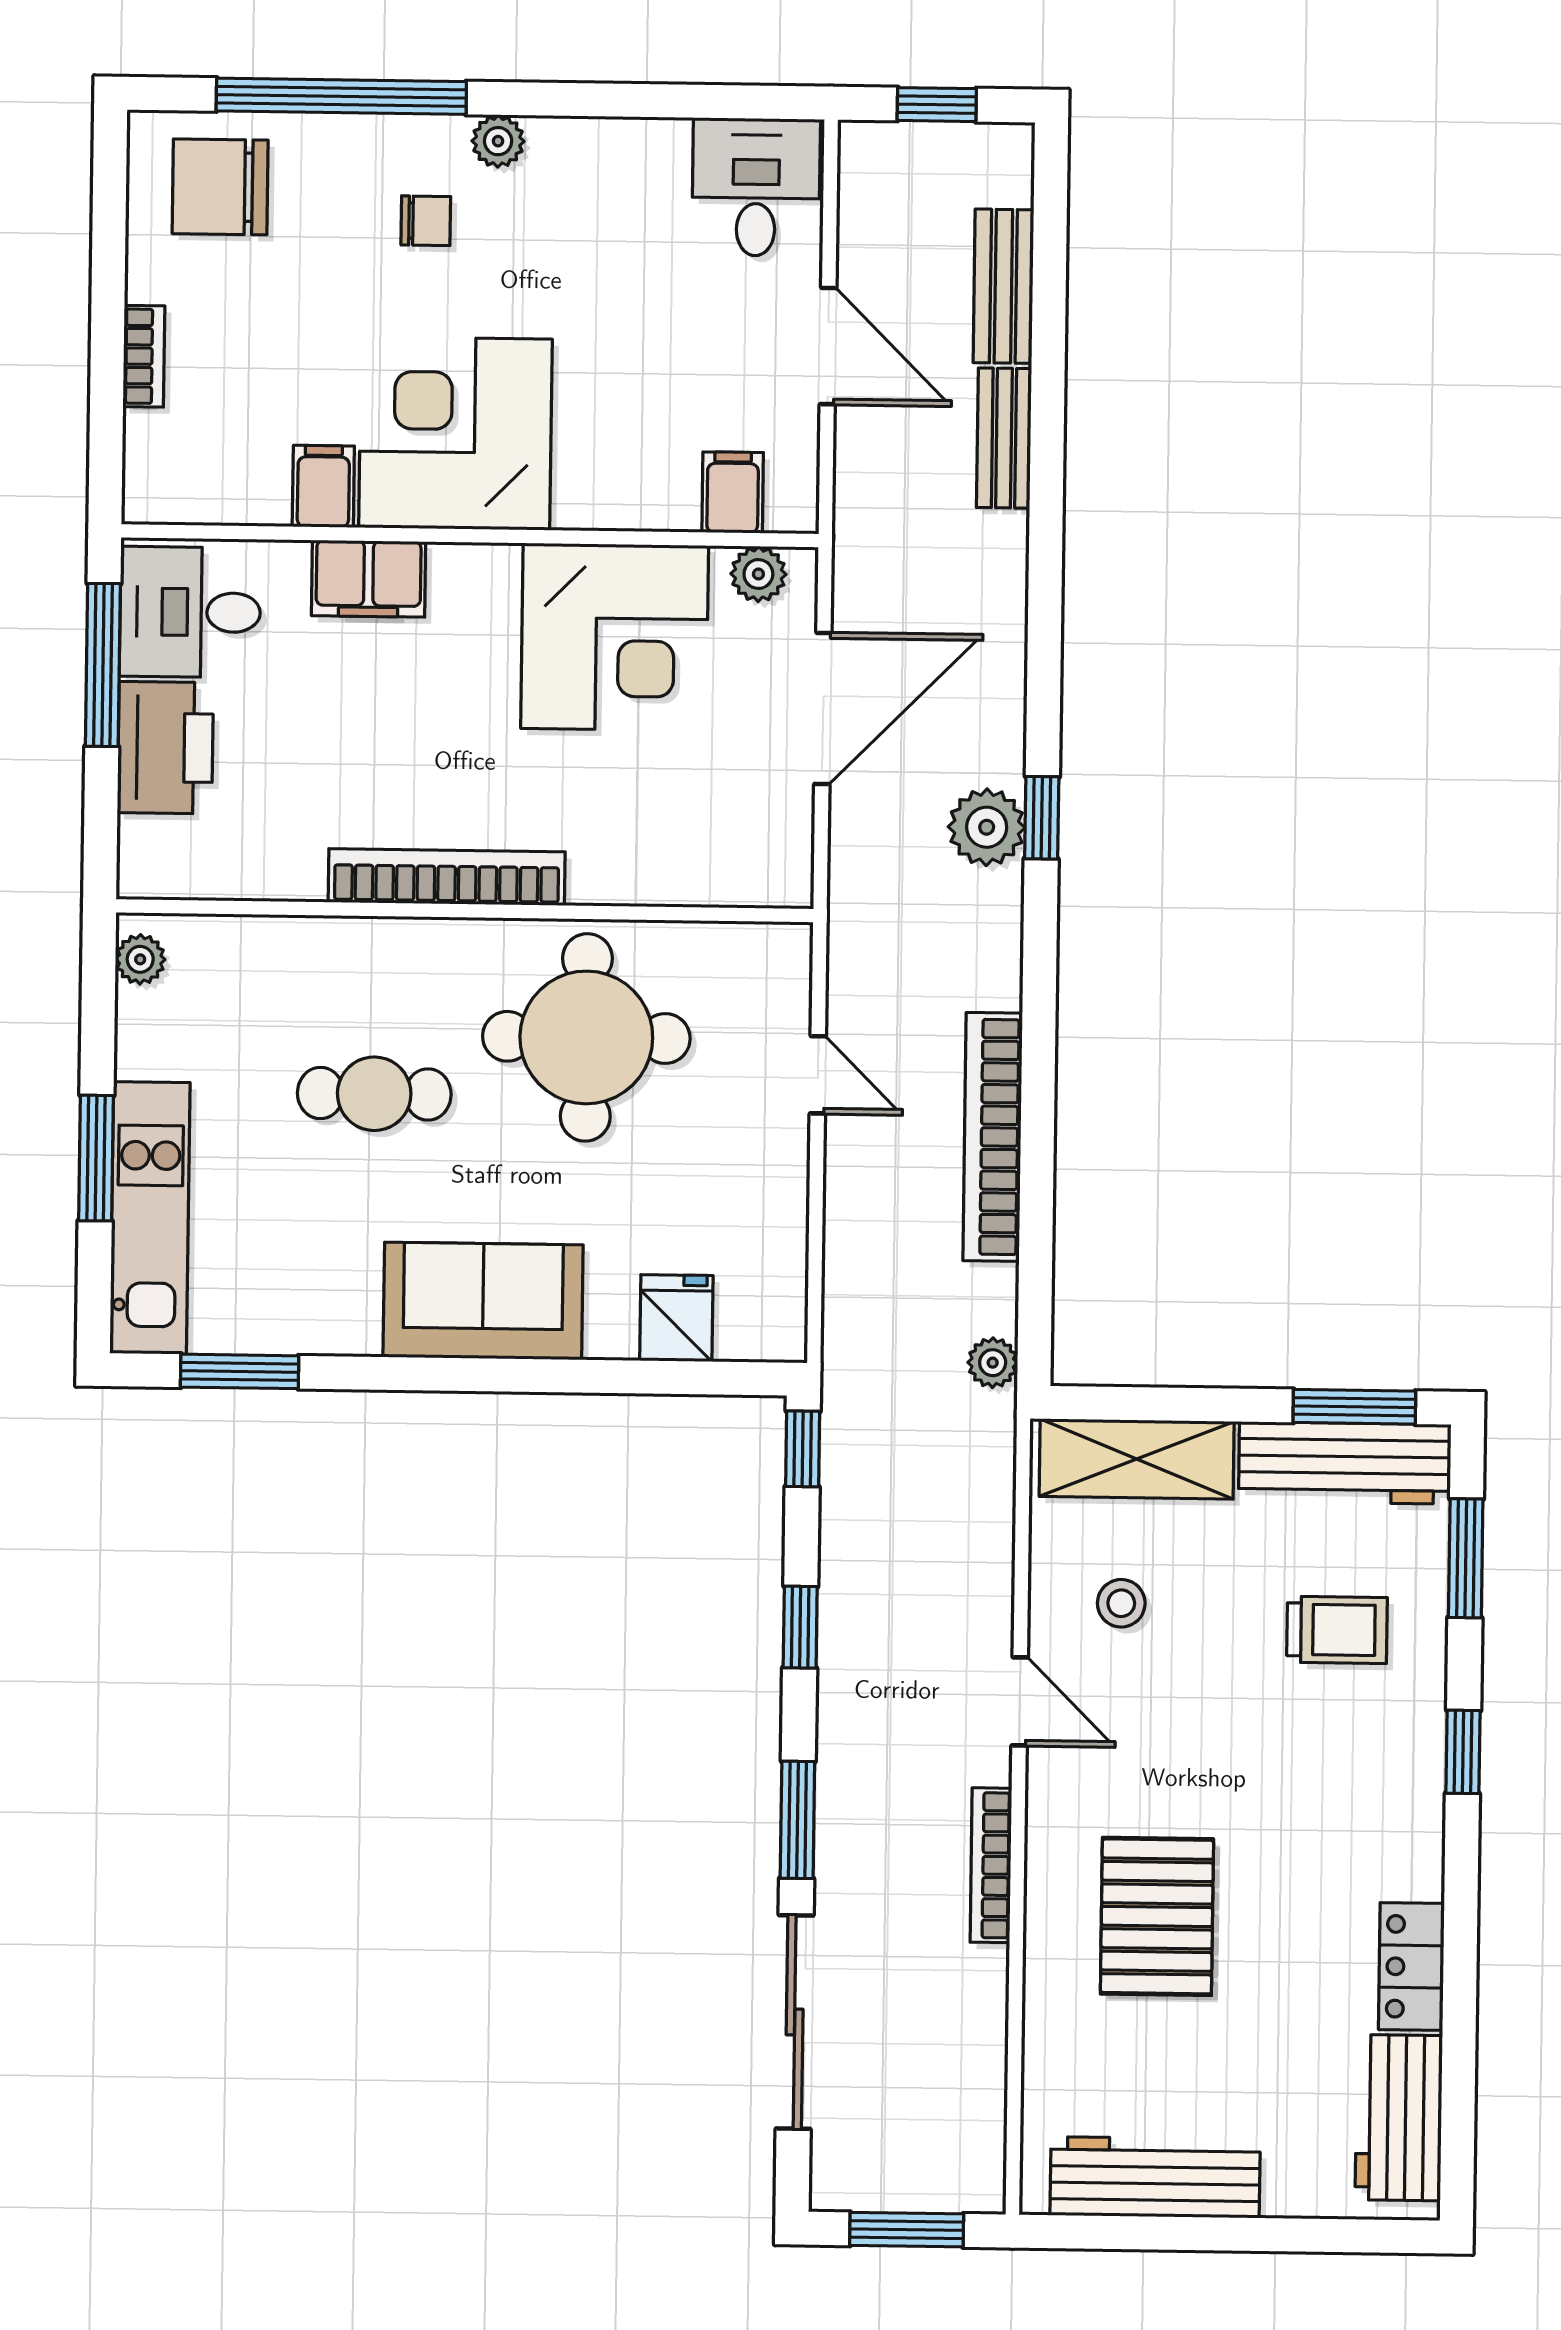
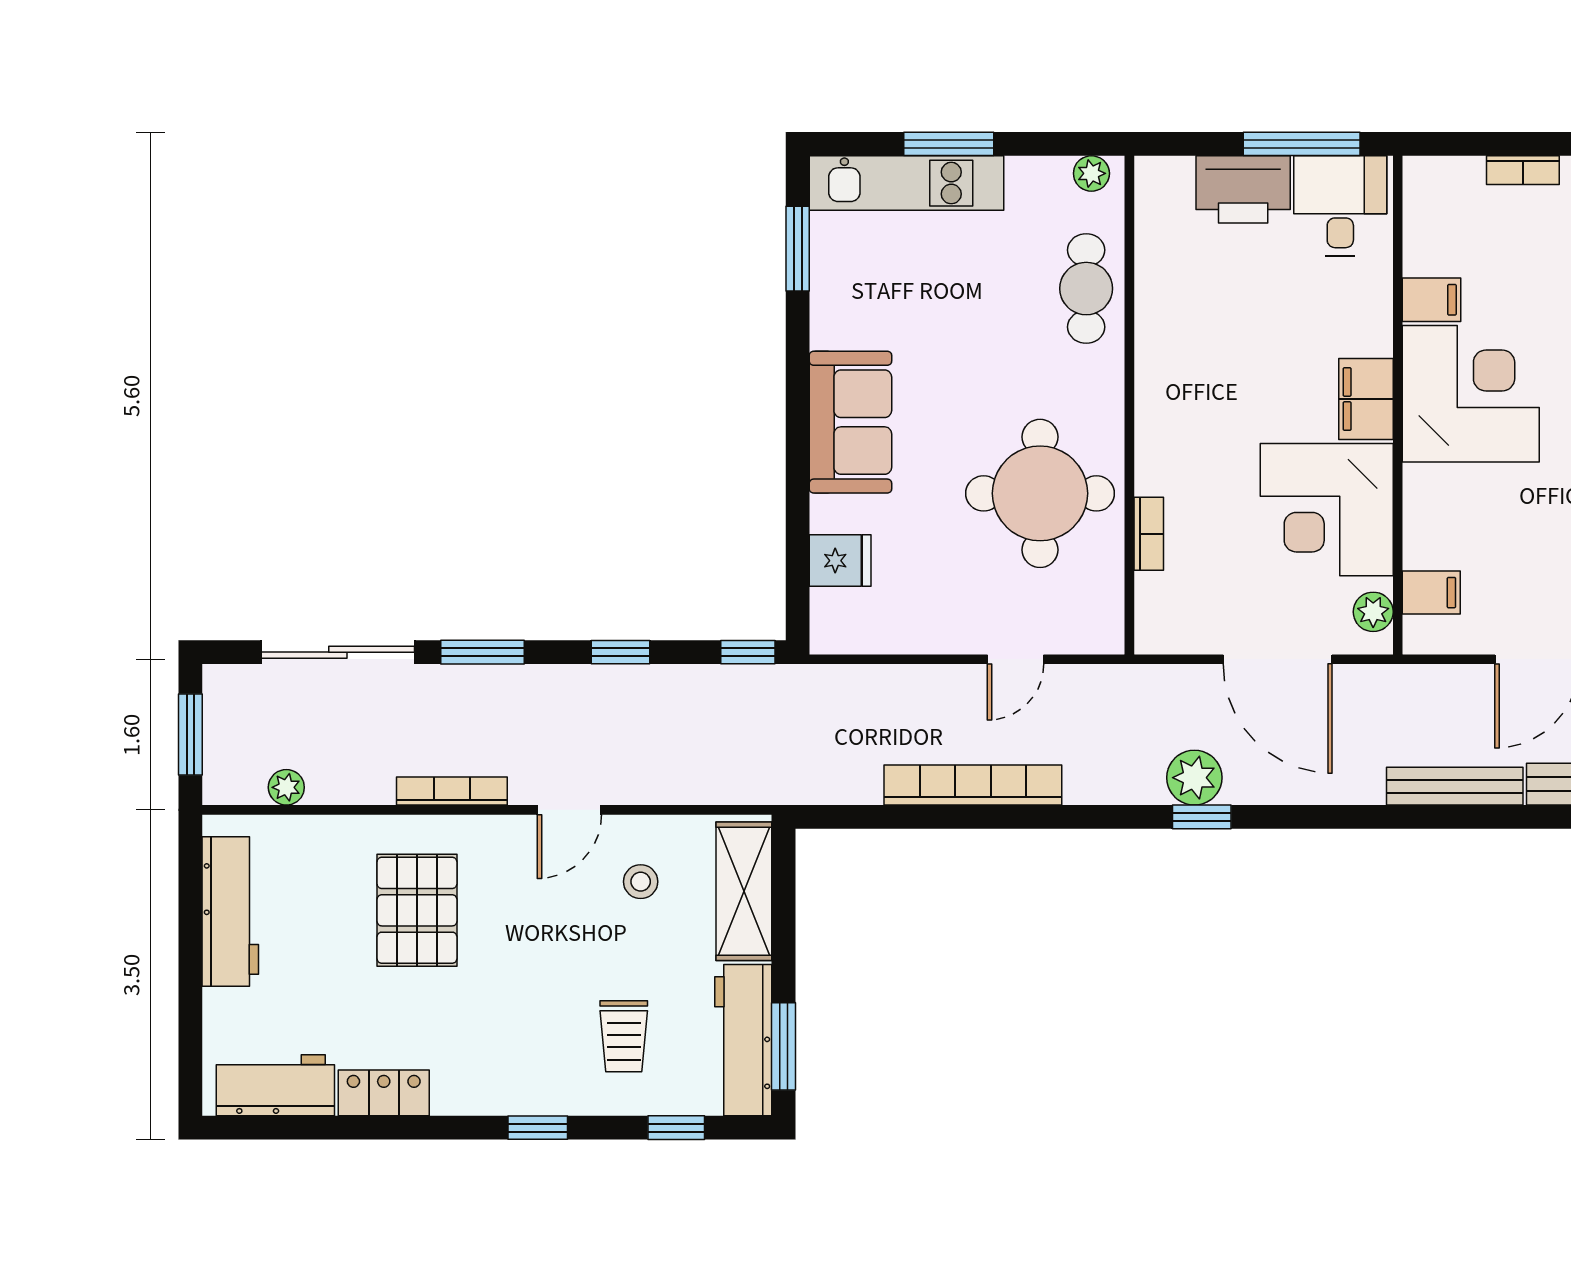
bench: (1004, 438) -> (1455, 786), width x1.36
filing cabinet: (368, 579) -> (1366, 399), moved
bookcase: (447, 877) -> (1149, 534), moved, width x0.43, depth x0.76
cafe table: (374, 1094) -> (1086, 289), moved
plant: (993, 1363) -> (286, 787), moved
window: (1466, 1558) -> (676, 1128), width x0.67
pallet: (1157, 1916) -> (417, 910), turned 90

